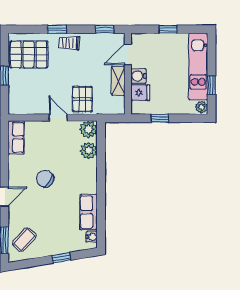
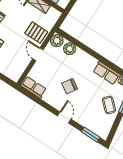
door: (58, 118) -> (38, 54), hinge flipped
coffee table: (24, 240) -> (109, 105), moved

